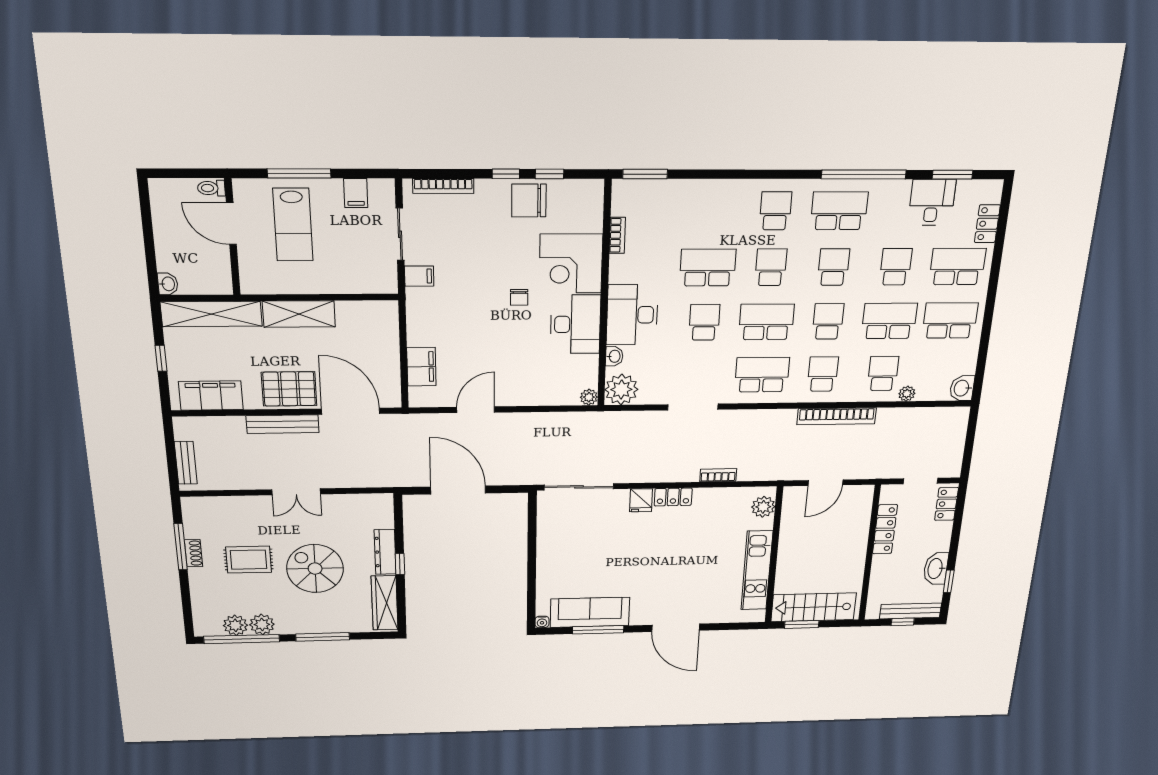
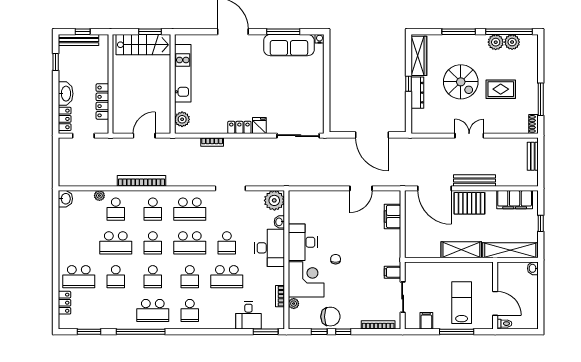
desk: (932, 202) -> (248, 316), moved
school desk: (950, 321) -> (79, 243), removed
plant: (589, 397) -> (294, 304), moved
shoe rack: (193, 553) -> (533, 124), moved
washbasin: (936, 569) -> (66, 94), moved

